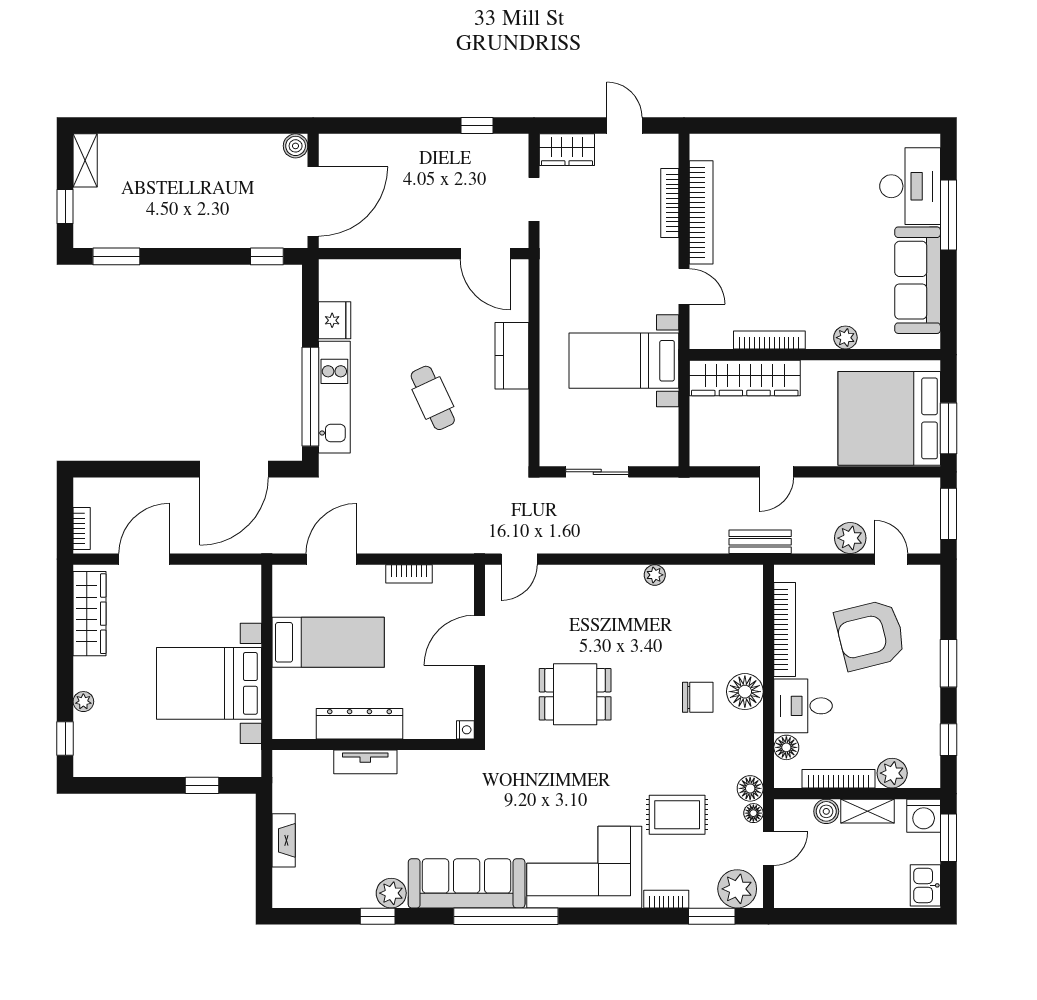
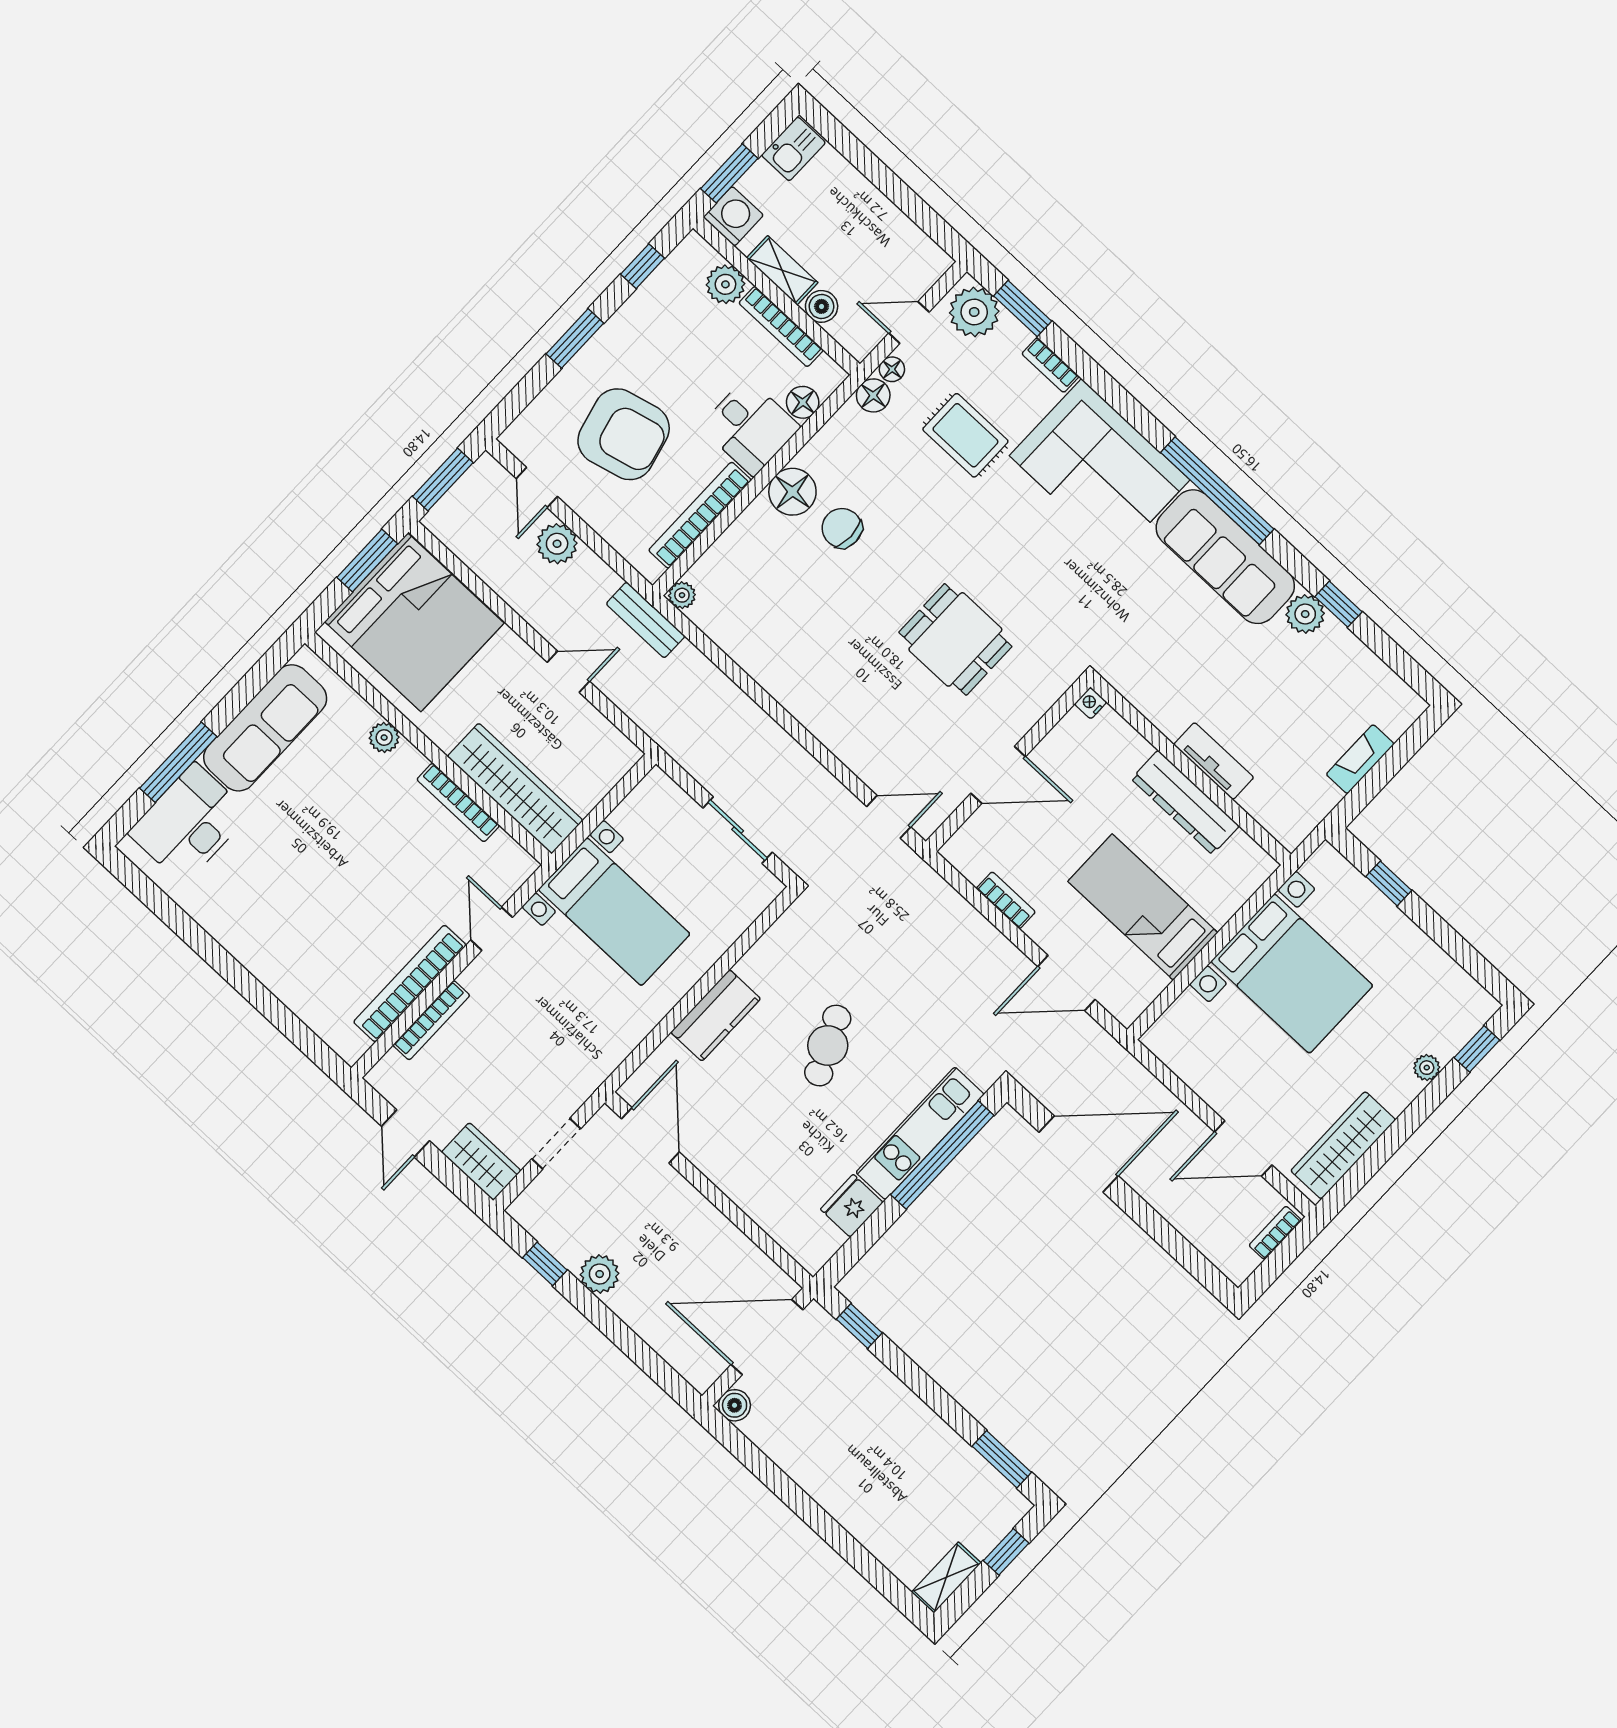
plant: (441, 149) -> (600, 1274), added
plant: (655, 575) -> (682, 595), moved

